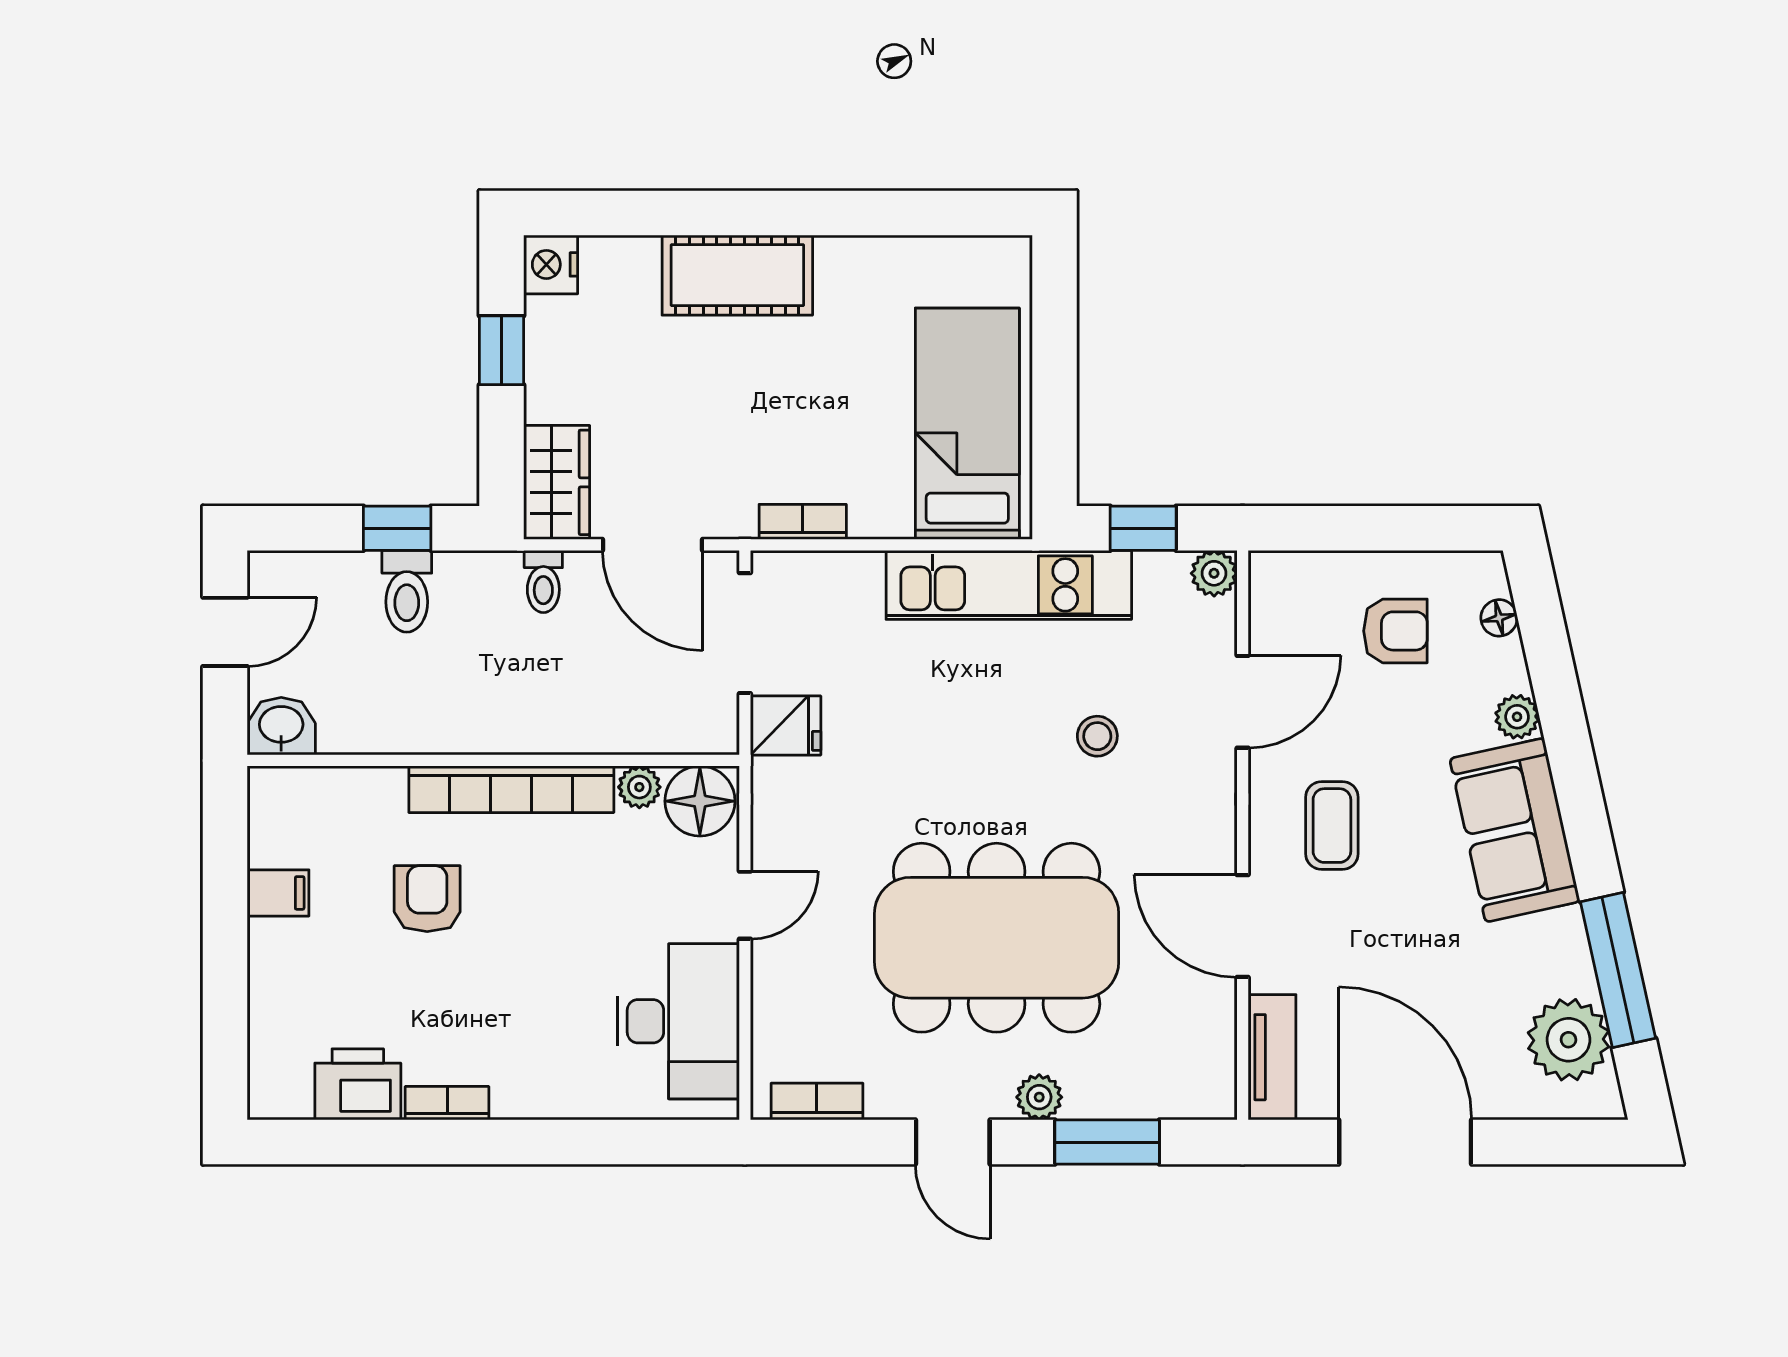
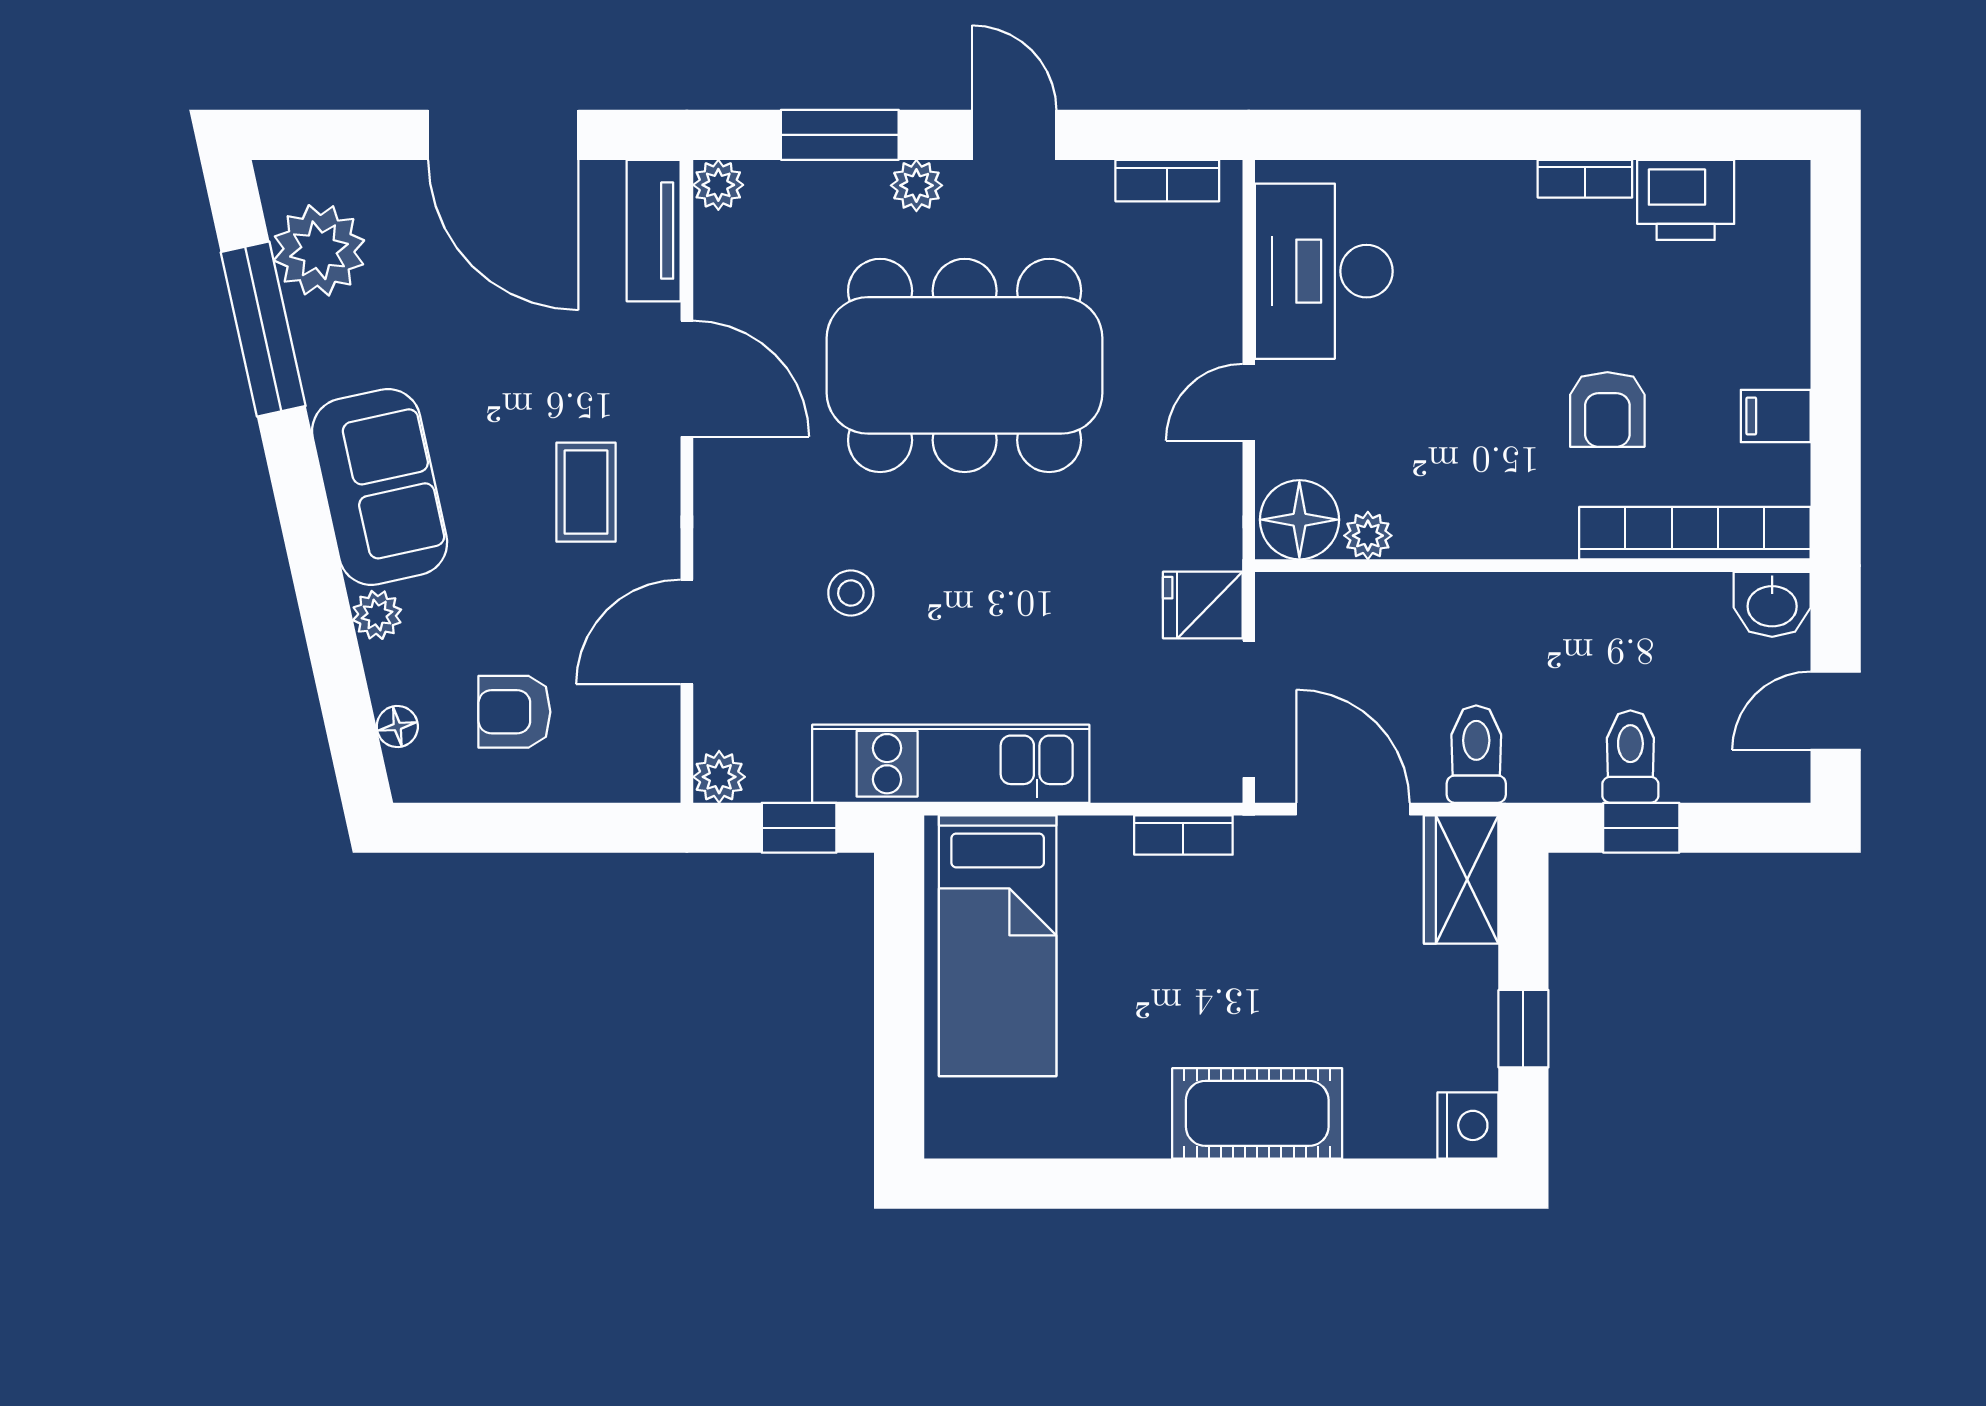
toilet: (543, 581) -> (1476, 754), width x1.37, depth x1.39
bookcase: (511, 789) -> (1695, 533), moved
plant: (1215, 1098) -> (718, 185), added

